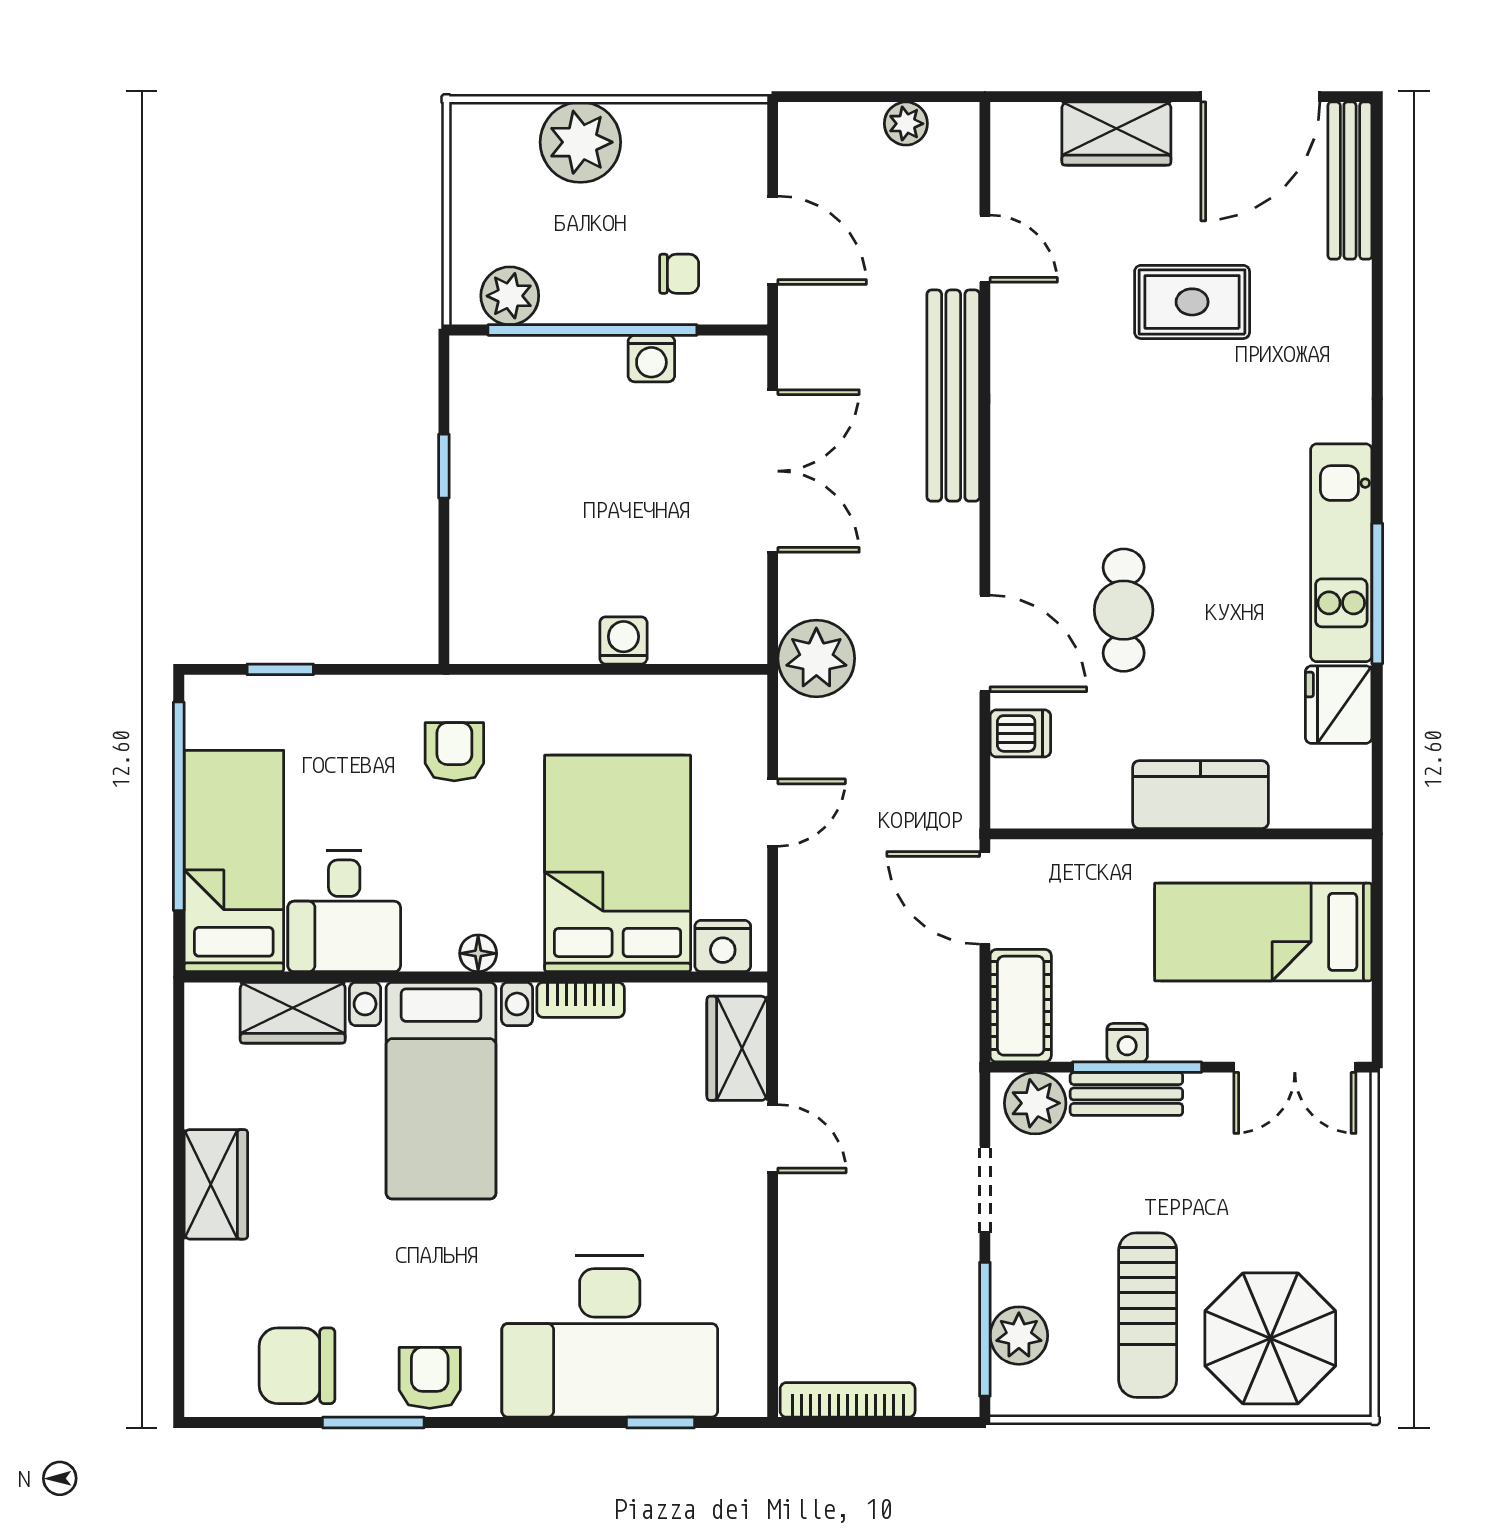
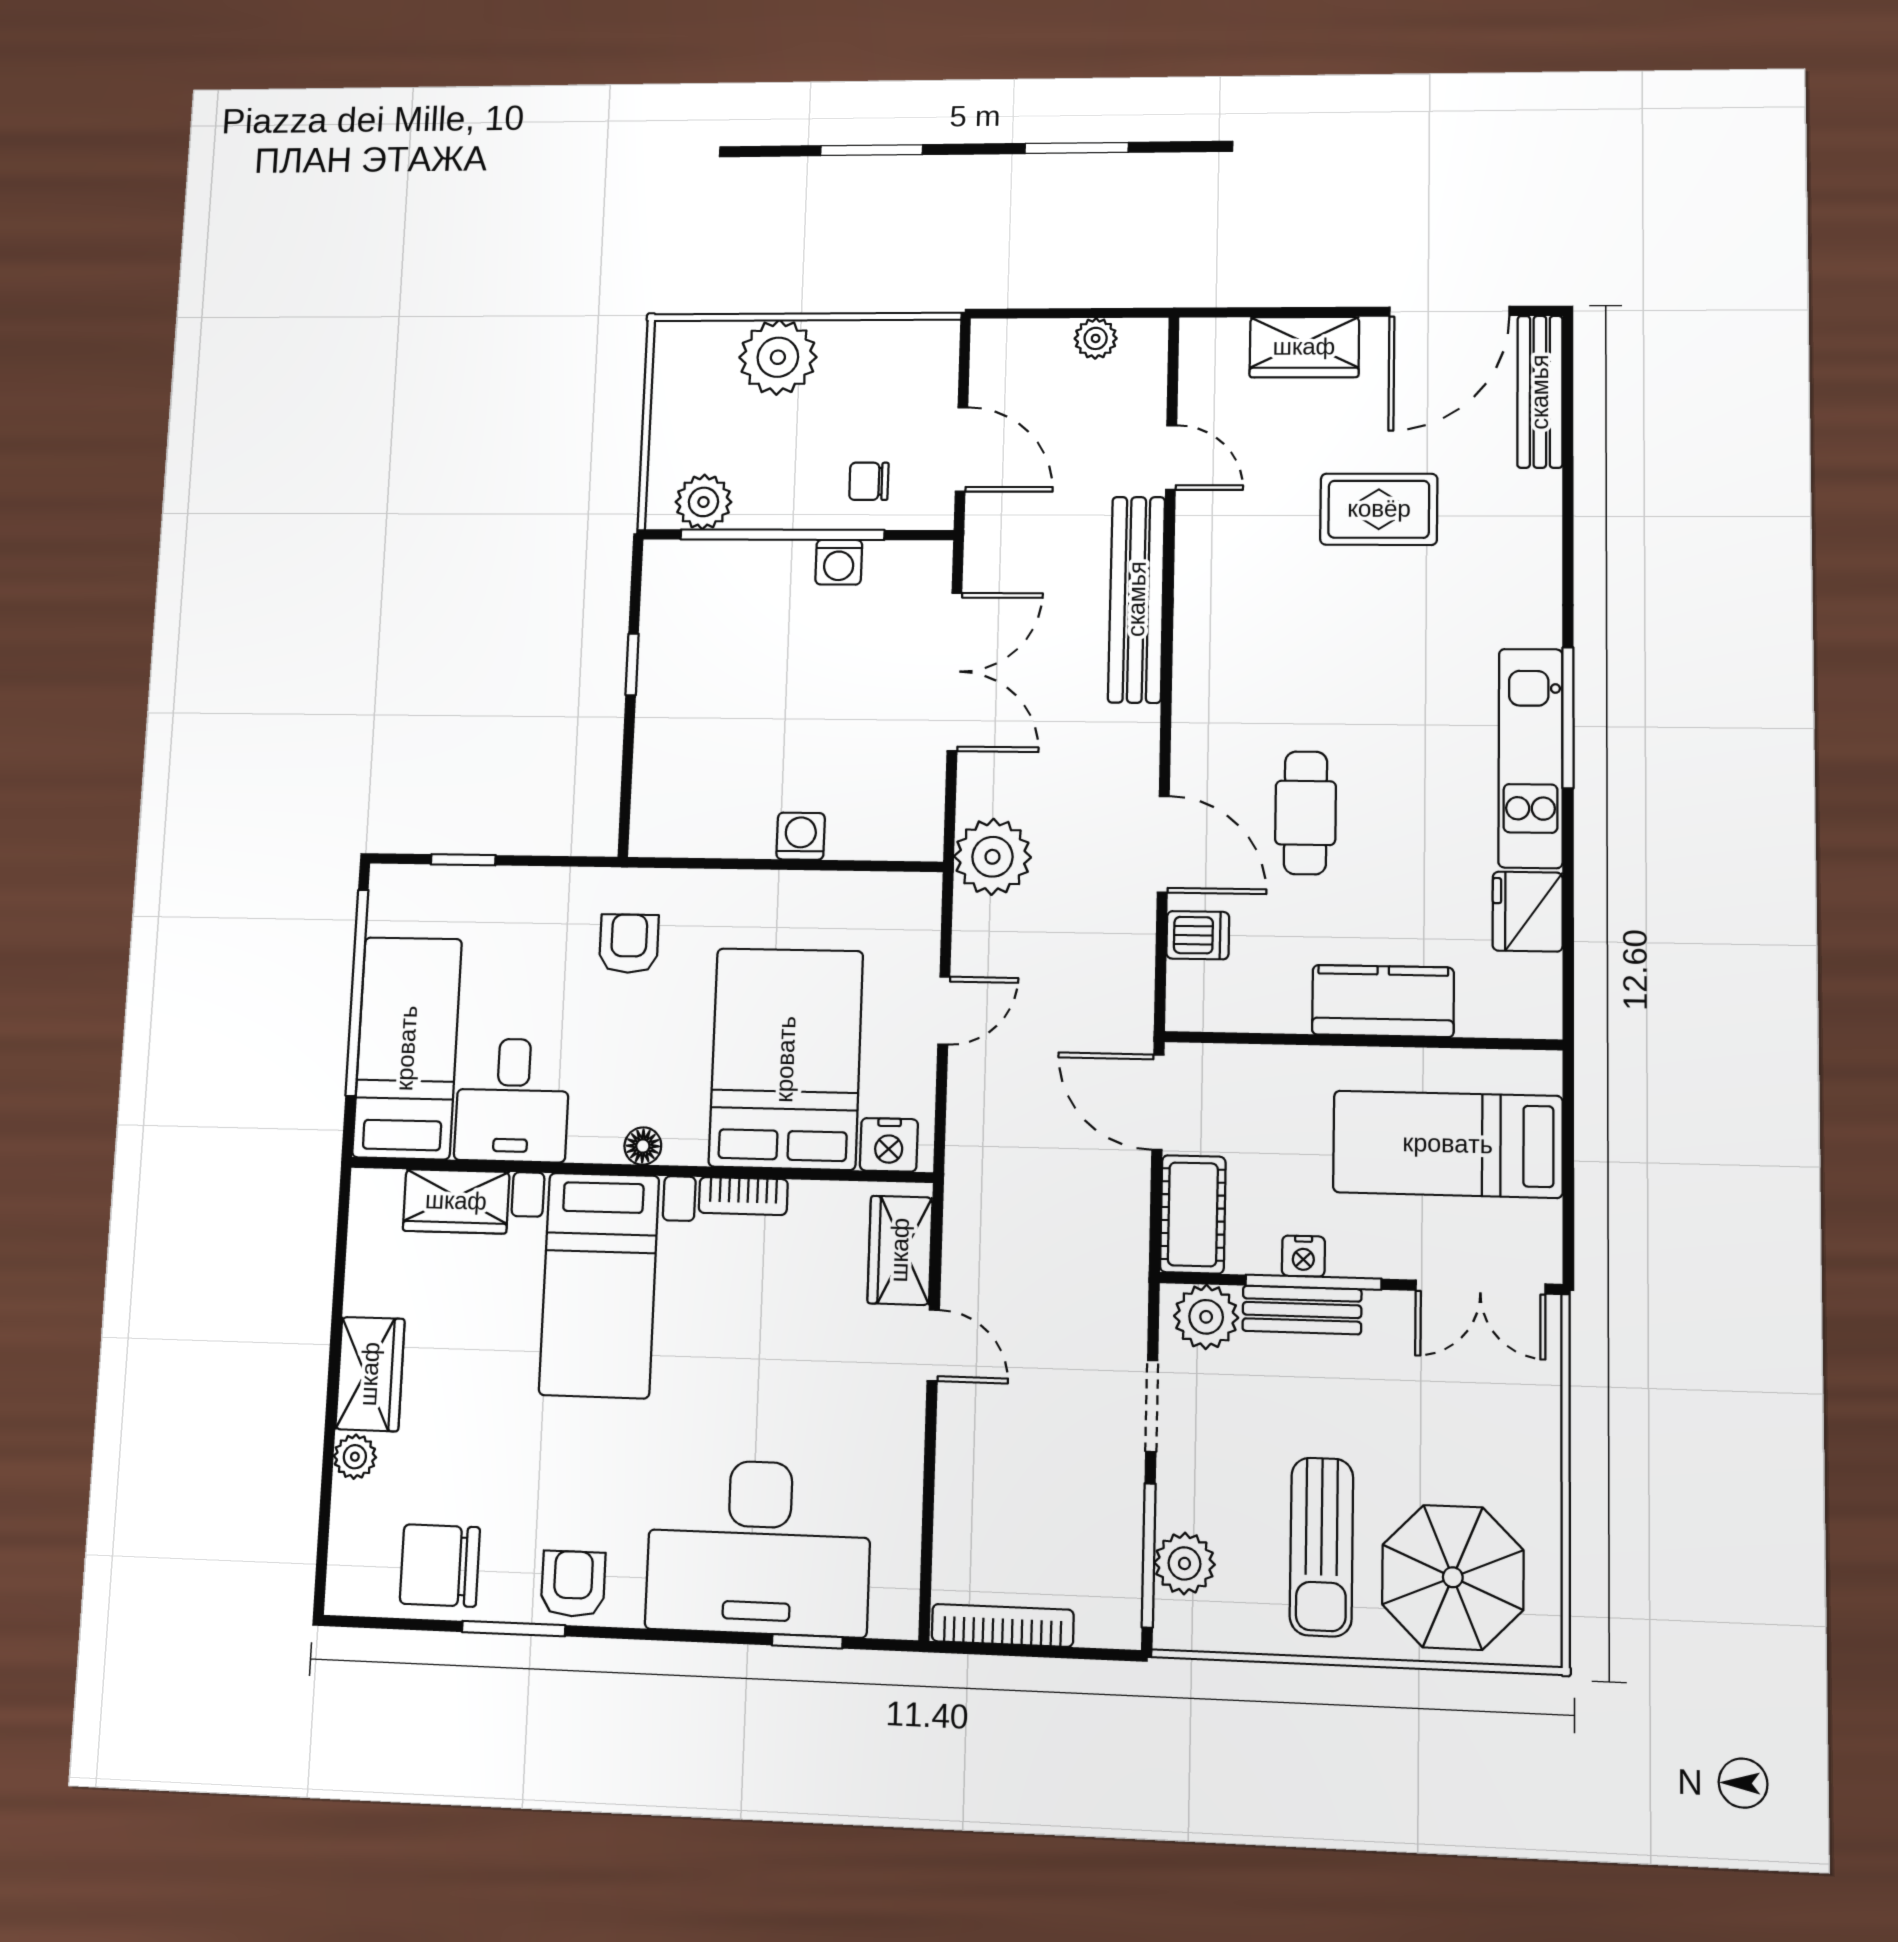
chair: (679, 274) -> (869, 481), turned 180
window: (1377, 593) -> (1568, 718), moved
plant: (206, 1265) -> (355, 1457), added

